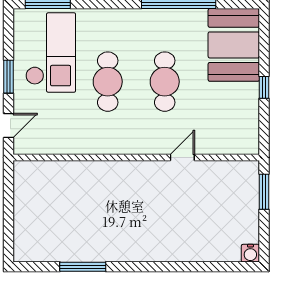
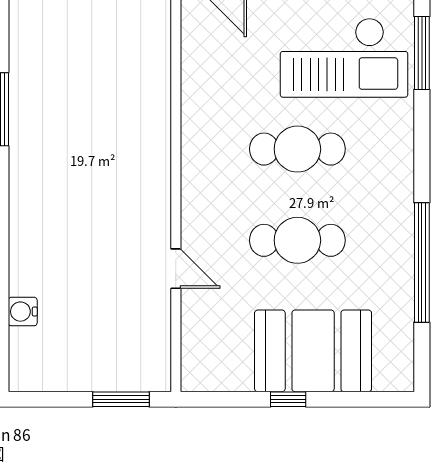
booth: (234, 45) -> (313, 351), moved
water cooler: (250, 253) -> (23, 312), moved

